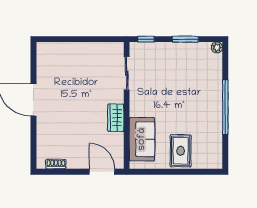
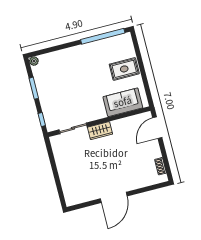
window: (225, 107) -> (103, 36), moved
wardrobe: (116, 118) -> (100, 131), moved

